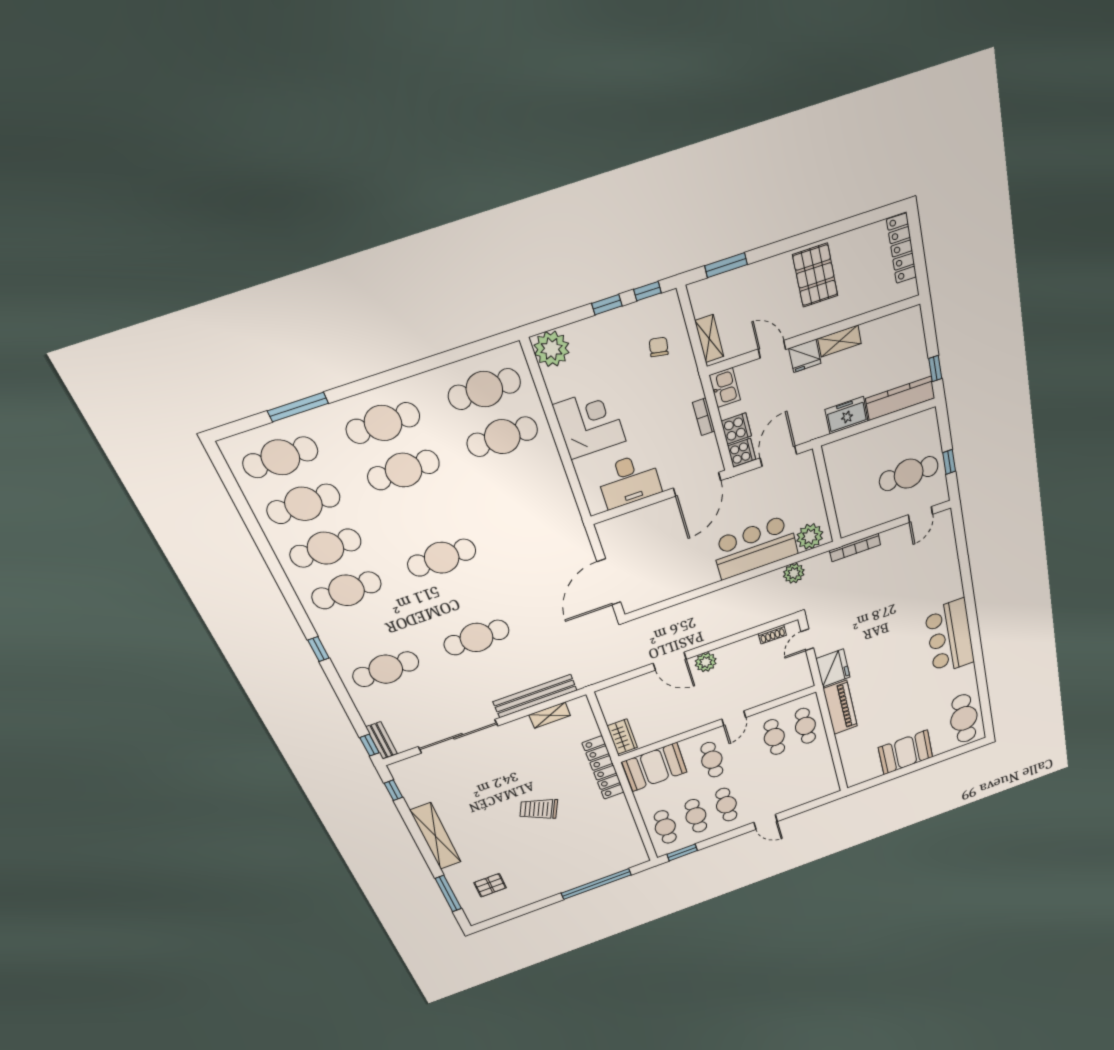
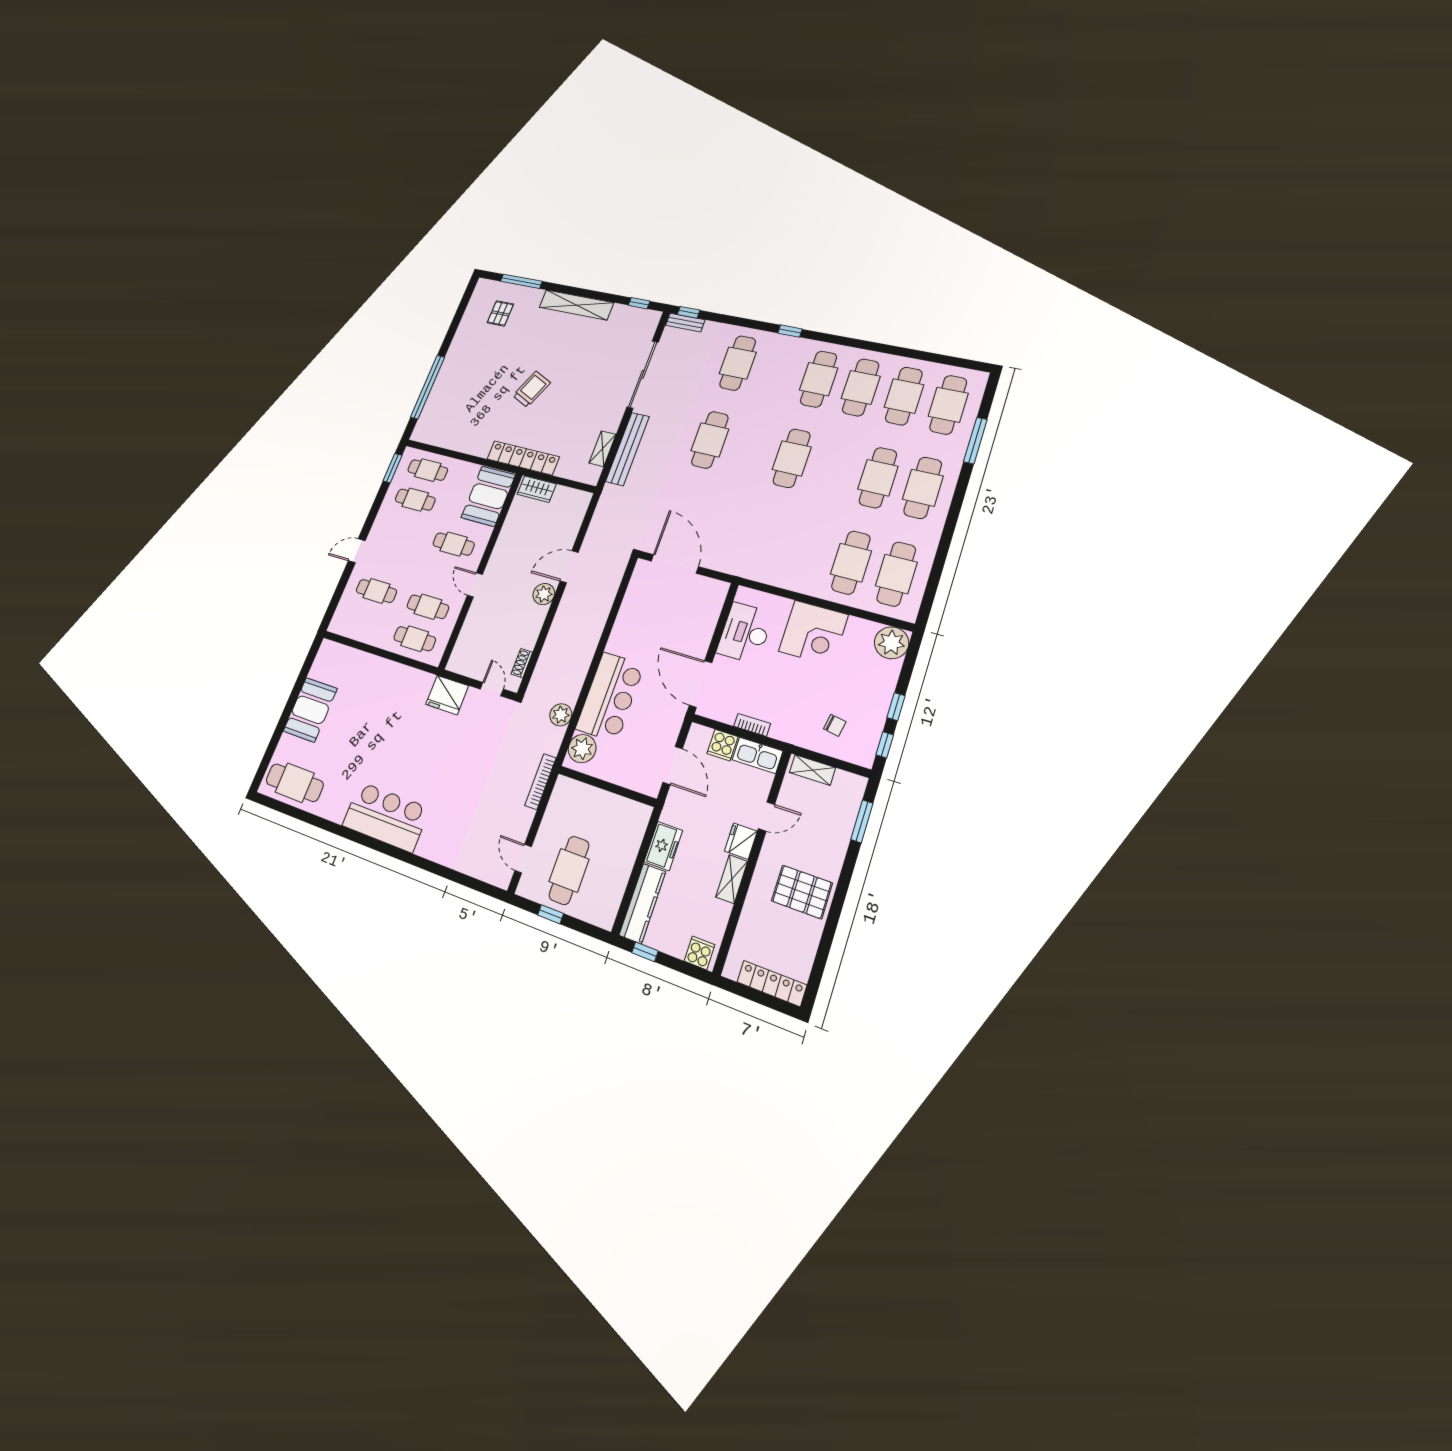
kitchen sink: (725, 388) -> (757, 755), width x1.38
cooker: (742, 453) -> (699, 953), moved, turned 180
piano: (840, 707) -> (405, 679), removed
cafe table: (726, 805) -> (376, 591), moved

